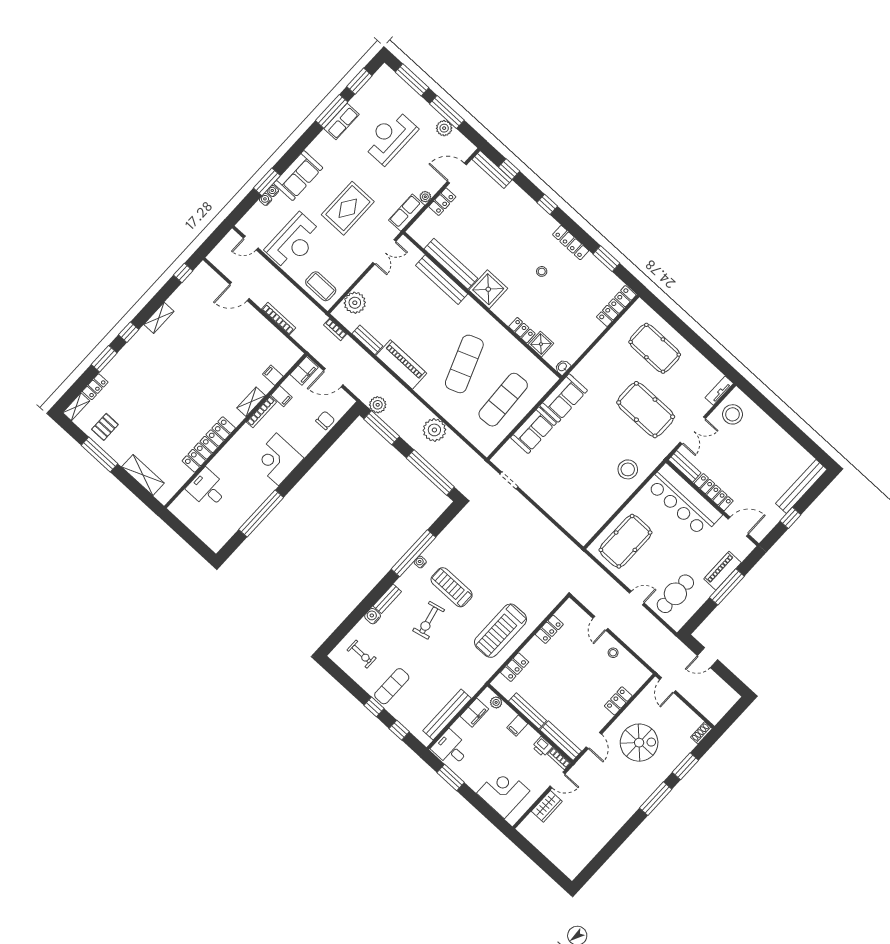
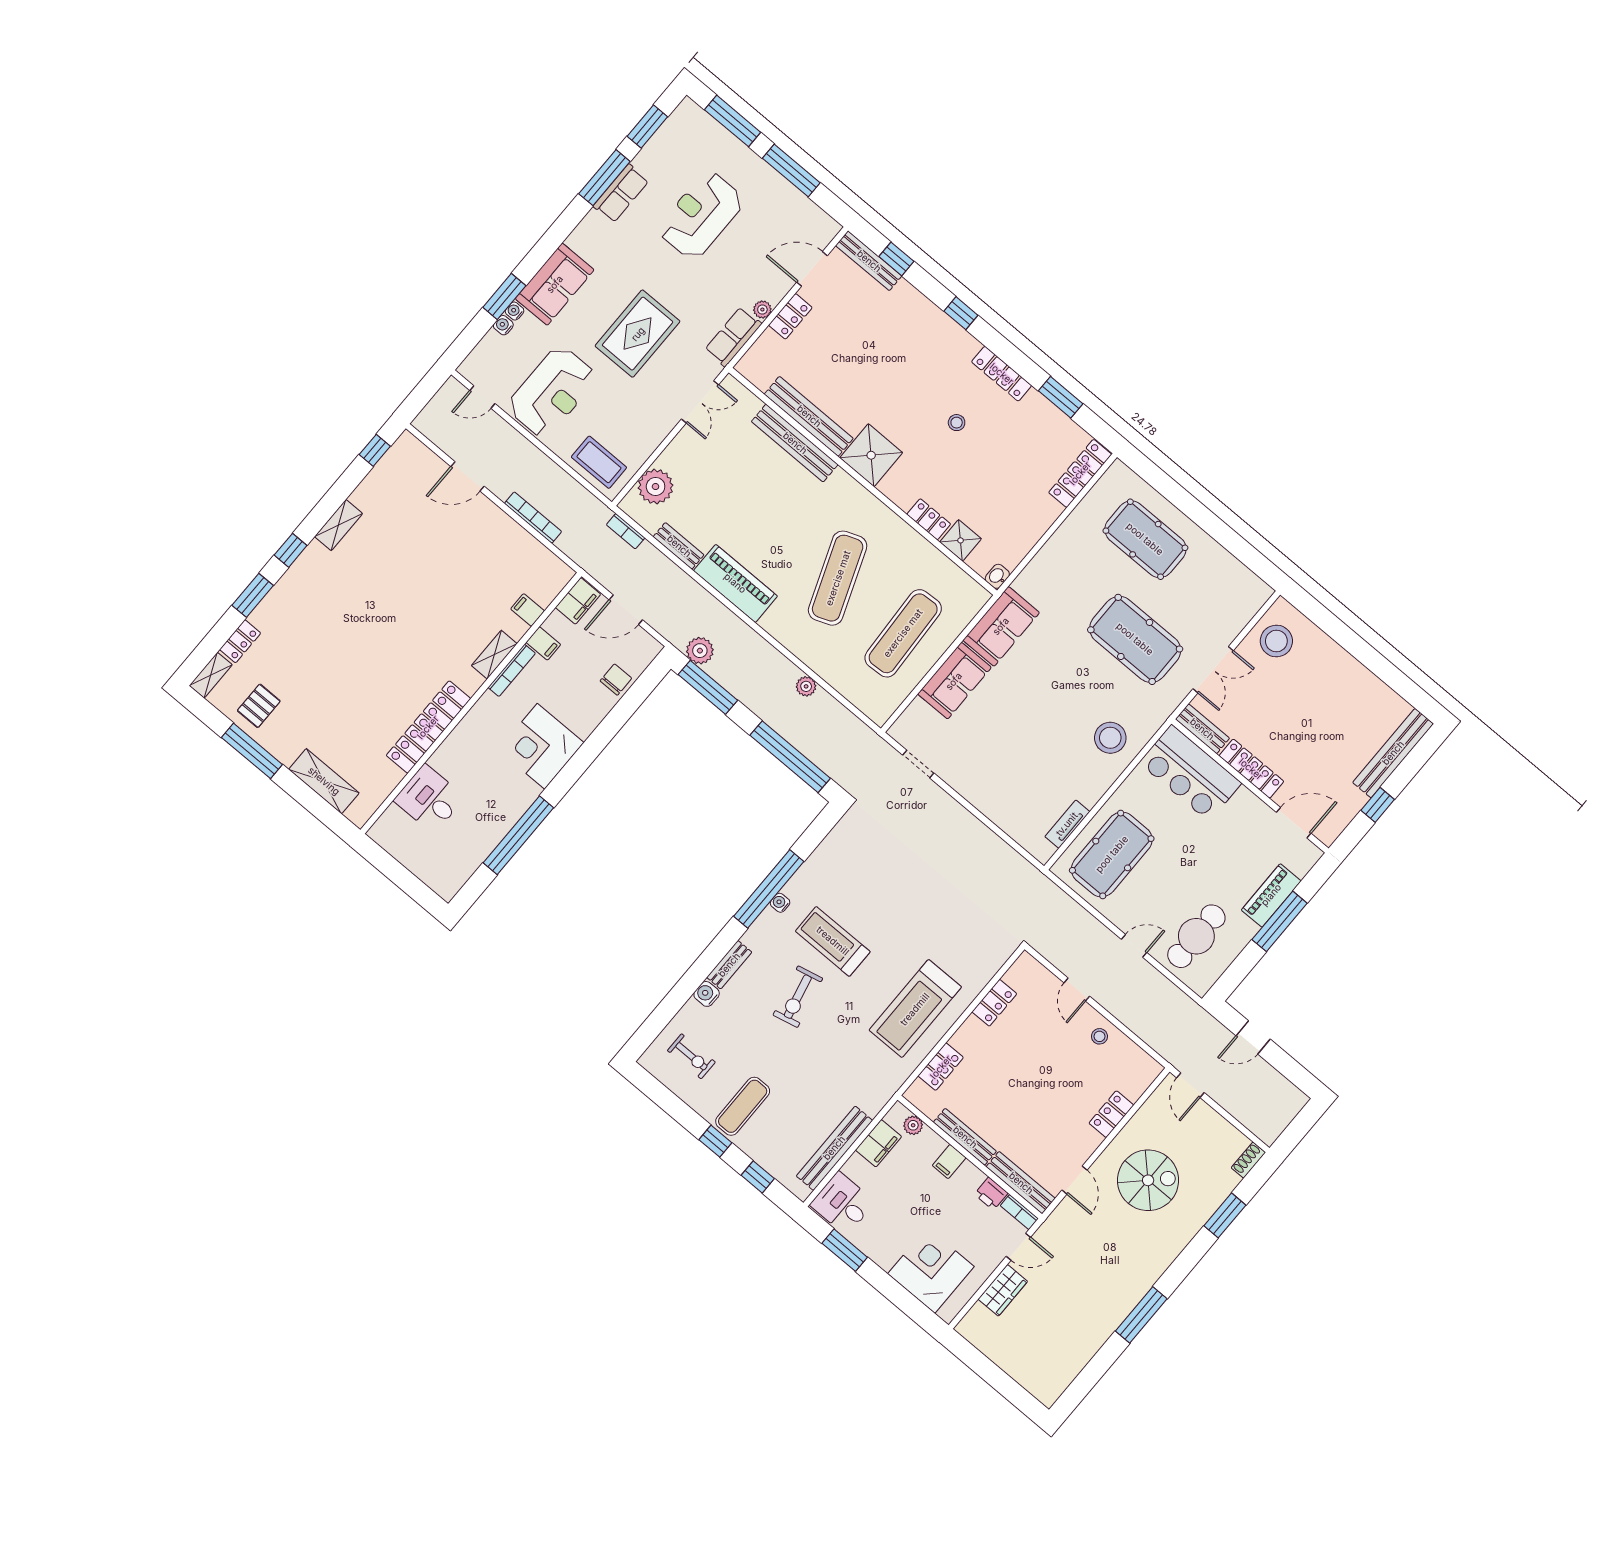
plant: (444, 128) -> (788, 197), removed
tv unit: (719, 391) -> (1067, 824), moved
plant: (434, 430) -> (806, 686), width x0.53, depth x0.53
bar counter: (684, 500) -> (1190, 773), width x0.73
window: (656, 799) -> (1141, 1315), moved

